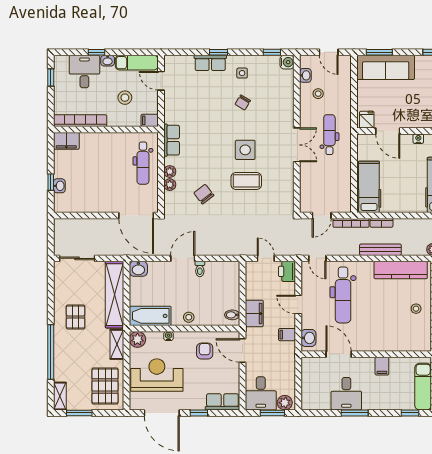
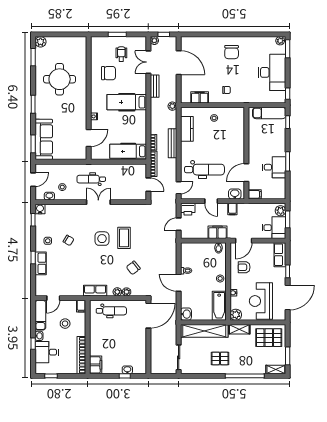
fridge: (367, 120) -> (81, 153), removed
kitchen counter: (401, 270) -> (187, 129), width x0.67
door: (298, 304) -> (211, 201), hinge flipped
filing cabinet: (382, 366) -> (255, 194), moved

